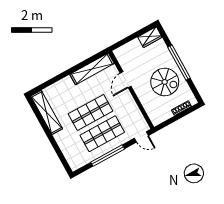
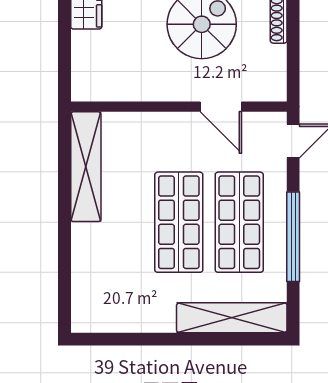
door: (126, 80) -> (221, 107), moved
shelving: (47, 112) -> (232, 318), moved

